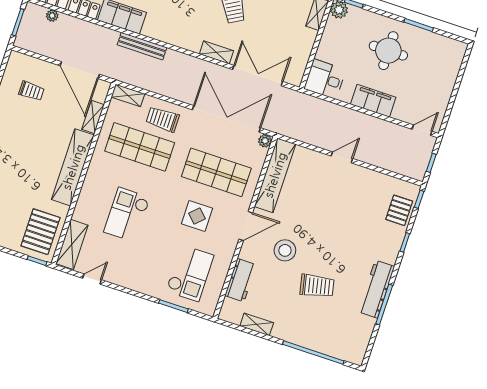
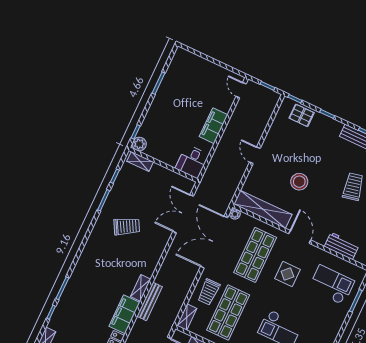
round table: (388, 51) -> (176, 109), removed
shelving: (216, 52) -> (141, 288), moved
stool: (285, 250) -> (299, 182), moved

